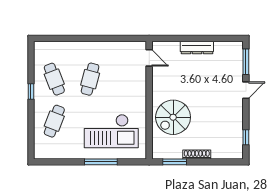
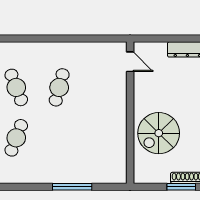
checkout: (111, 131) -> (85, 150), removed
window: (175, 162) -> (181, 187), moved

